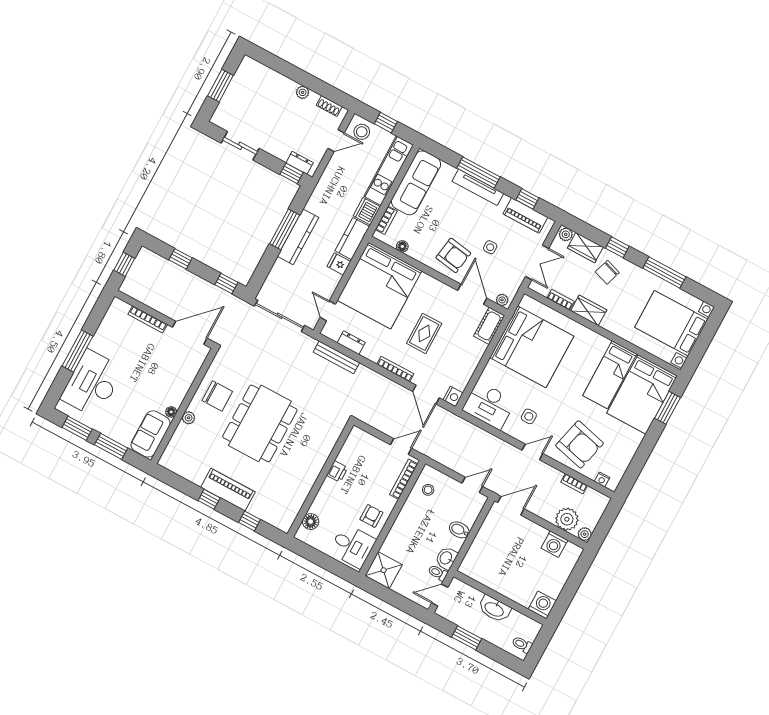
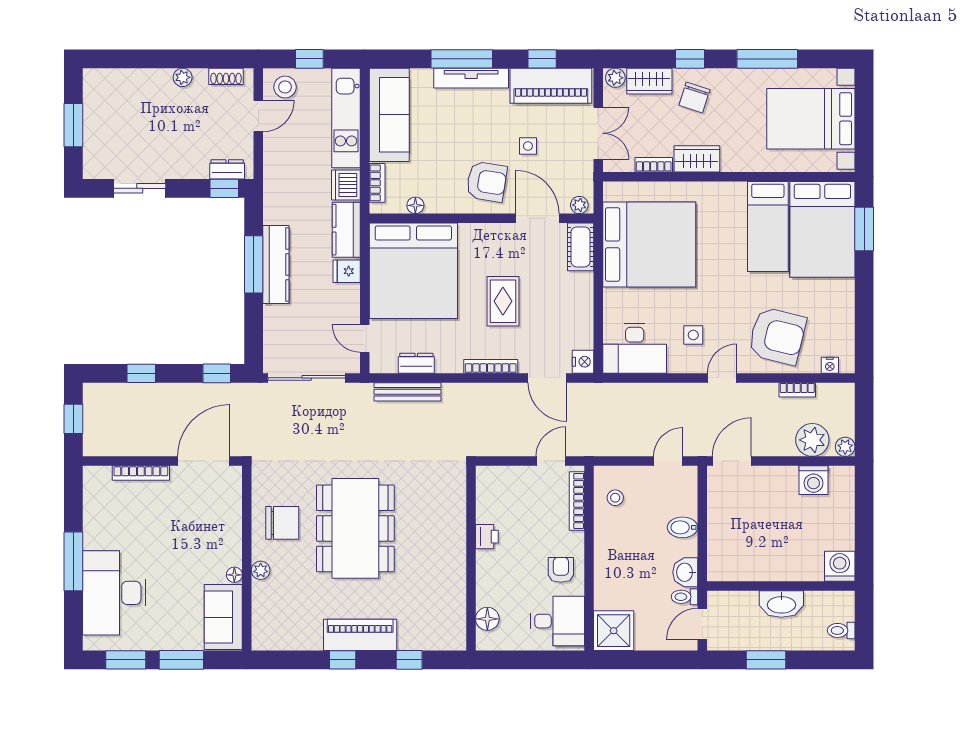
piano: (525, 215) -> (551, 86), width x1.37, depth x1.33

